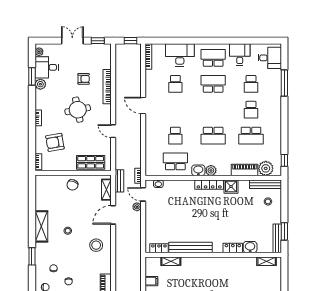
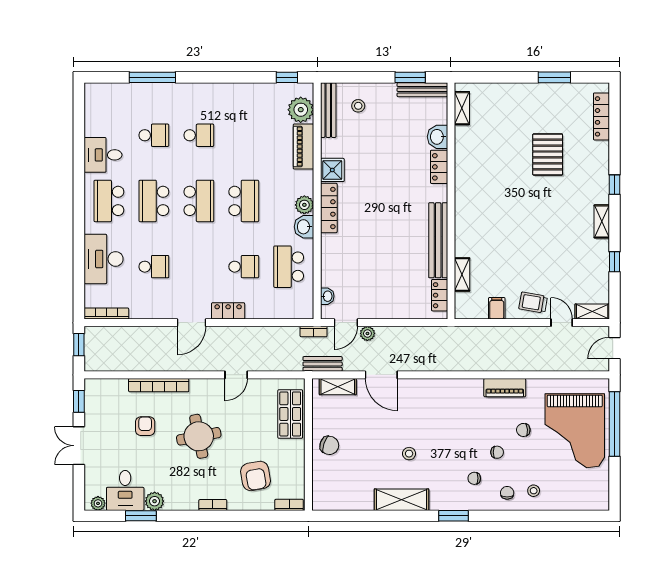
desk: (270, 58) -> (109, 103), removed
locker: (150, 127) -> (228, 311), added
school desk: (251, 136) -> (199, 201), moved
stool: (96, 245) -> (434, 404), removed

